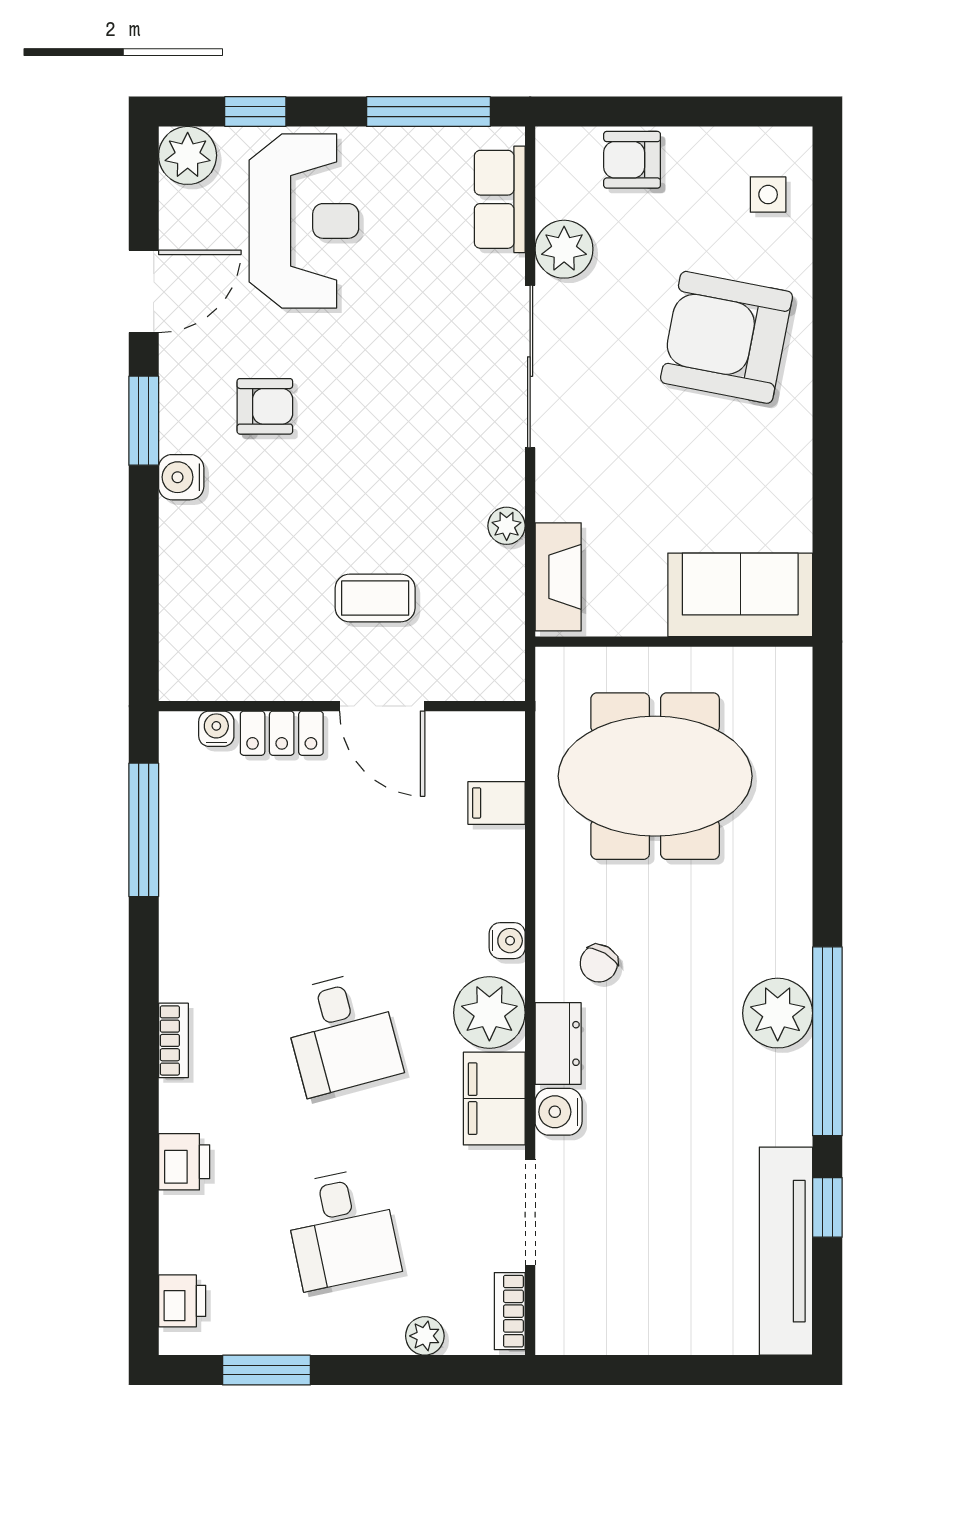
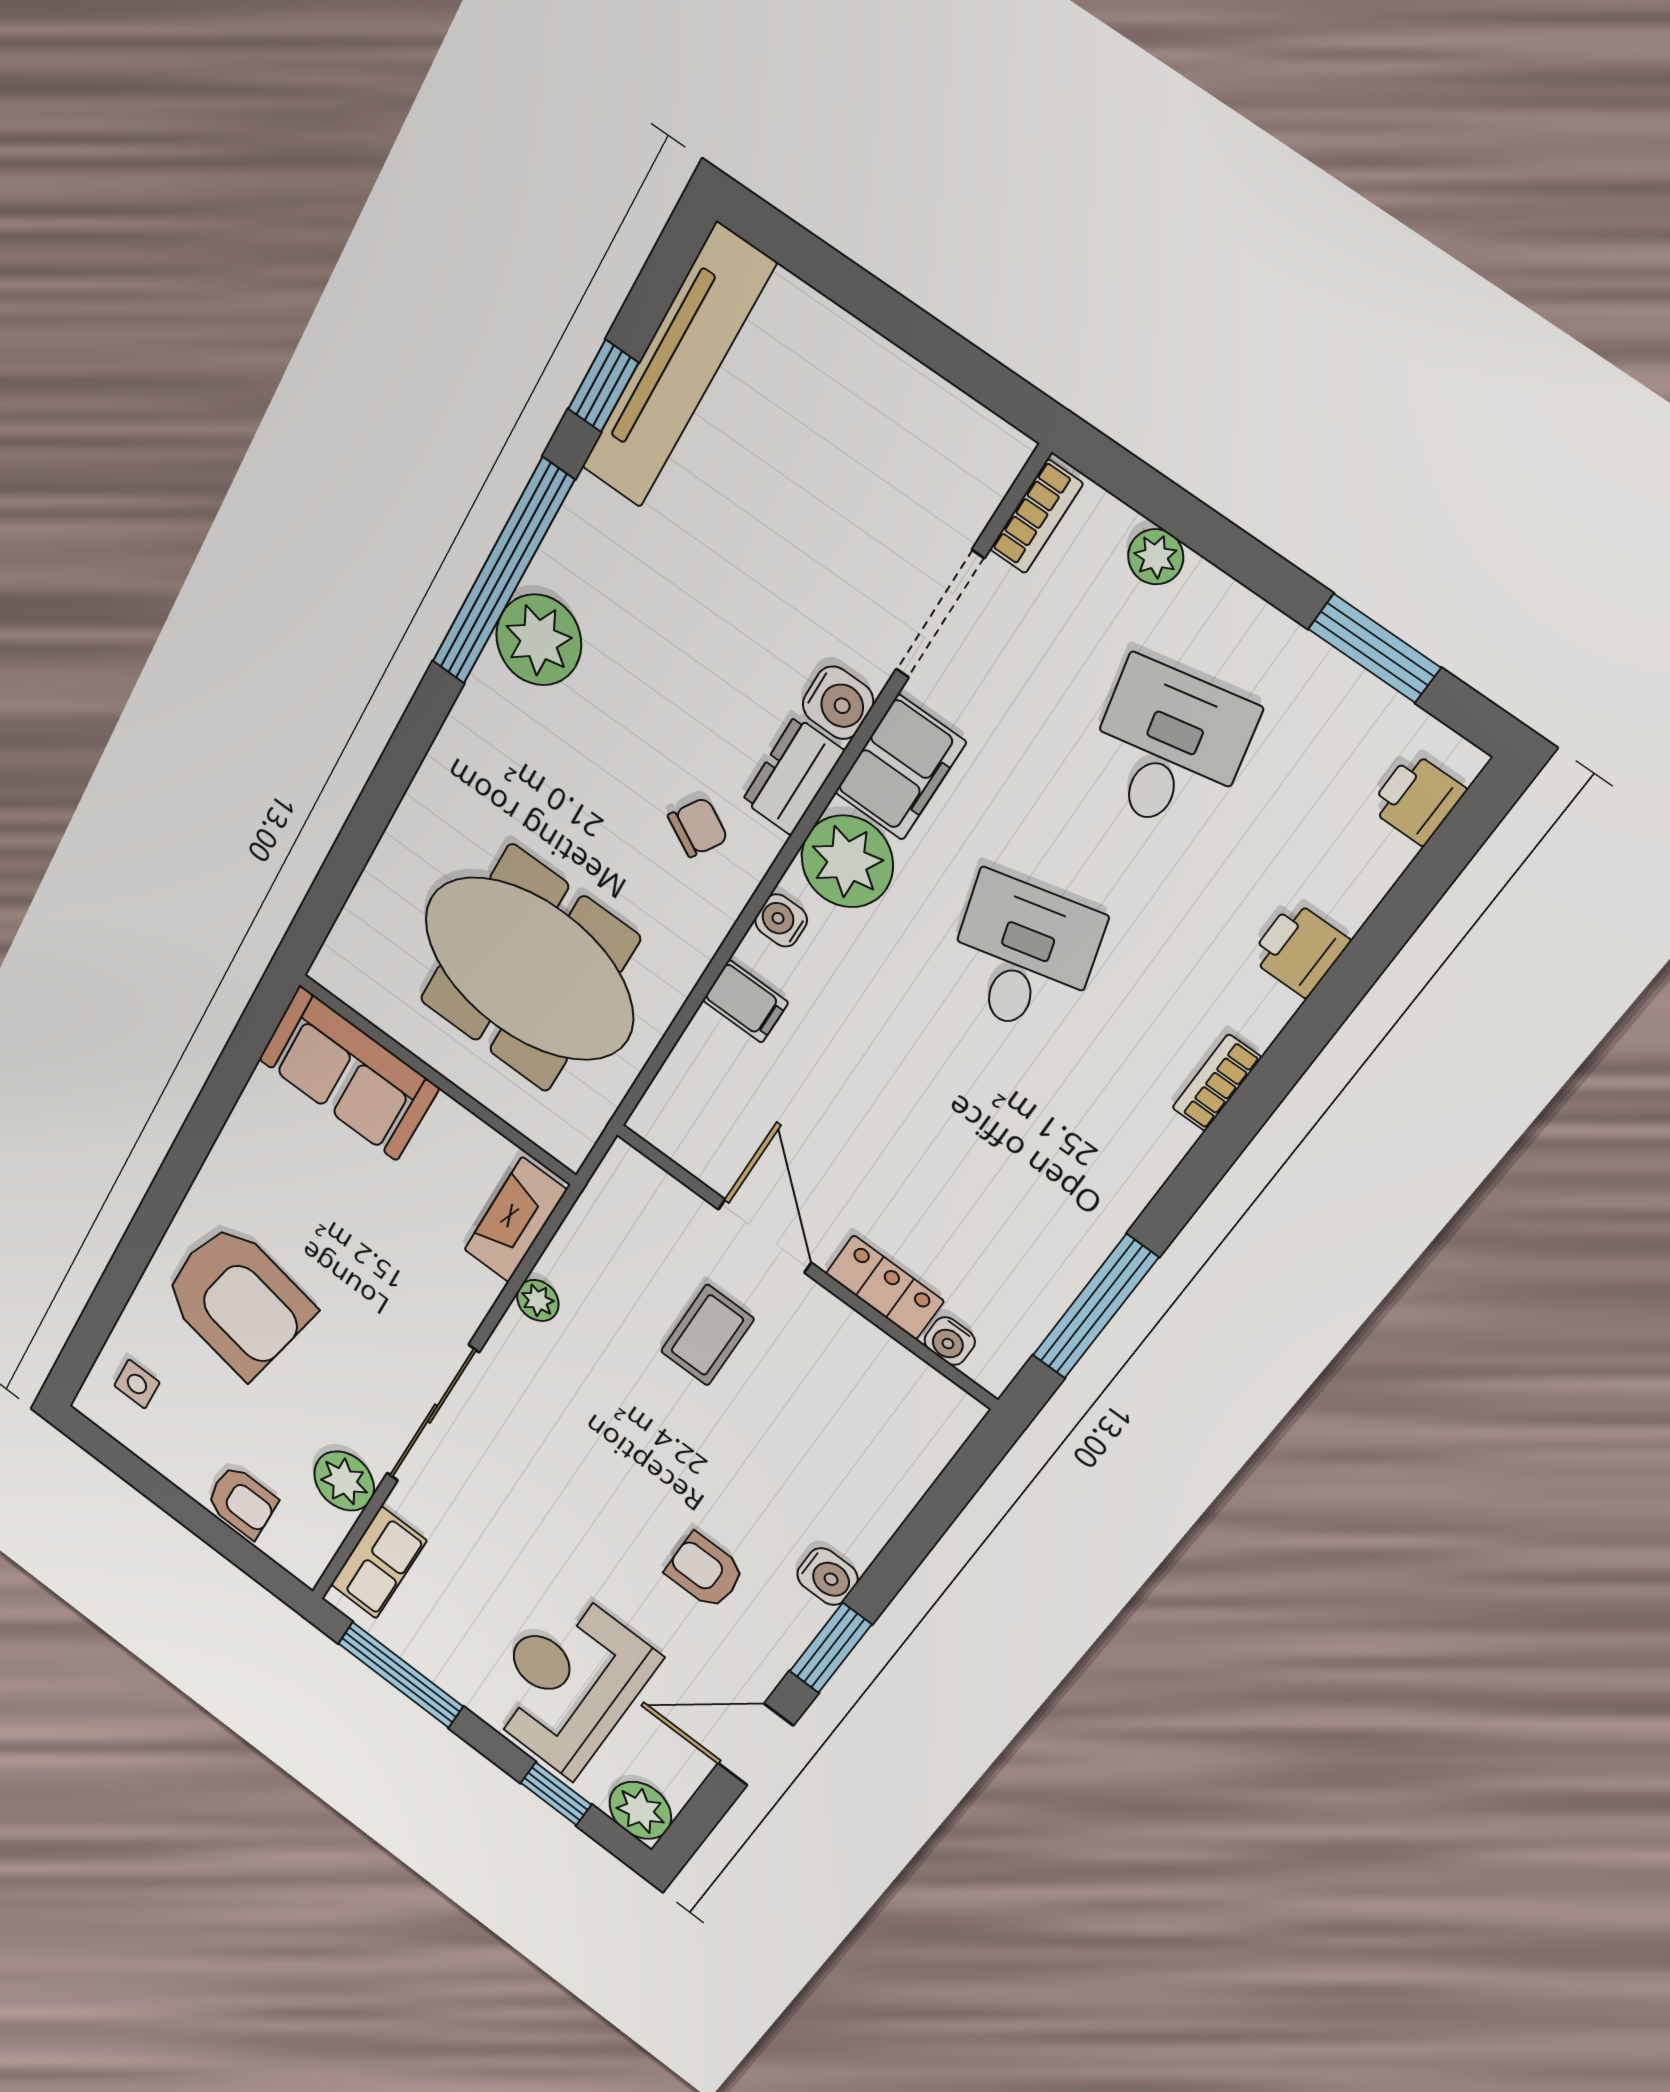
coffee table: (375, 598) -> (707, 1335), turned 90
filing cabinet: (497, 803) -> (745, 1001), moved

